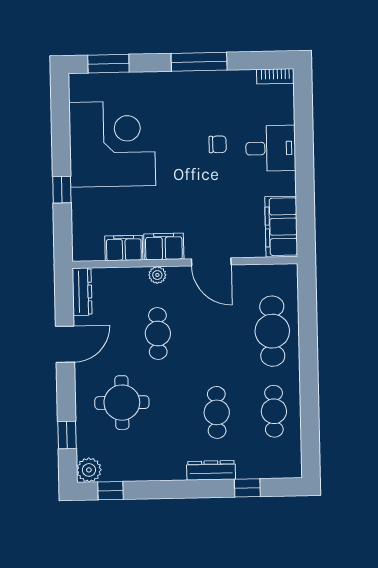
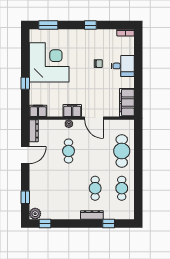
window: (199, 62) -> (90, 25), width x0.46
filing cabinet: (124, 248) -> (38, 111), moved
round table: (122, 403) -> (51, 183), removed

